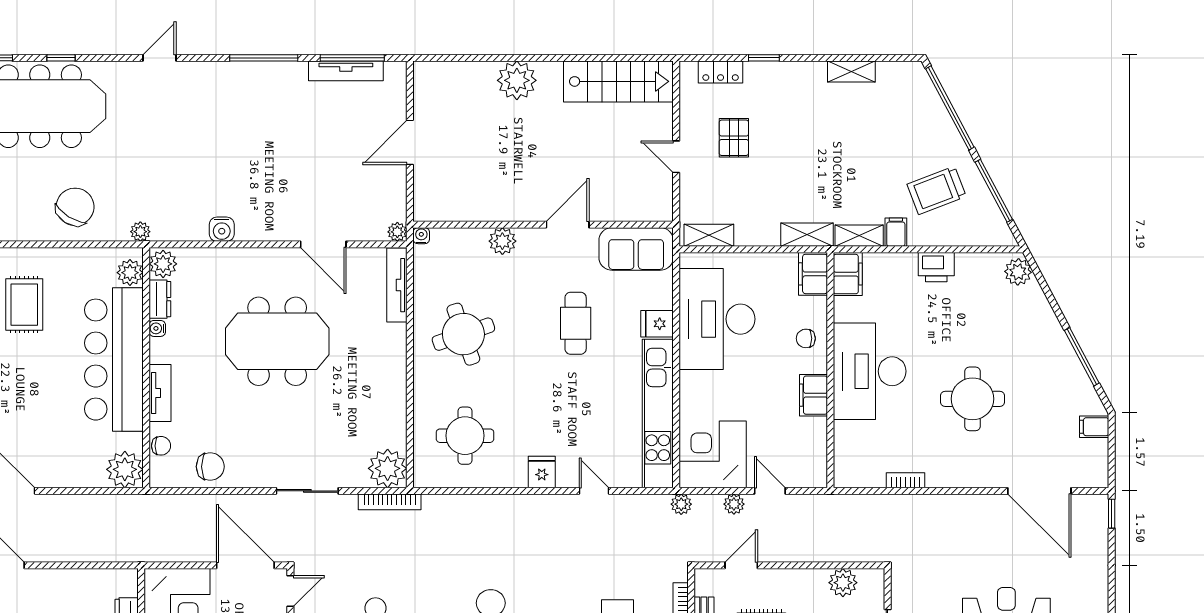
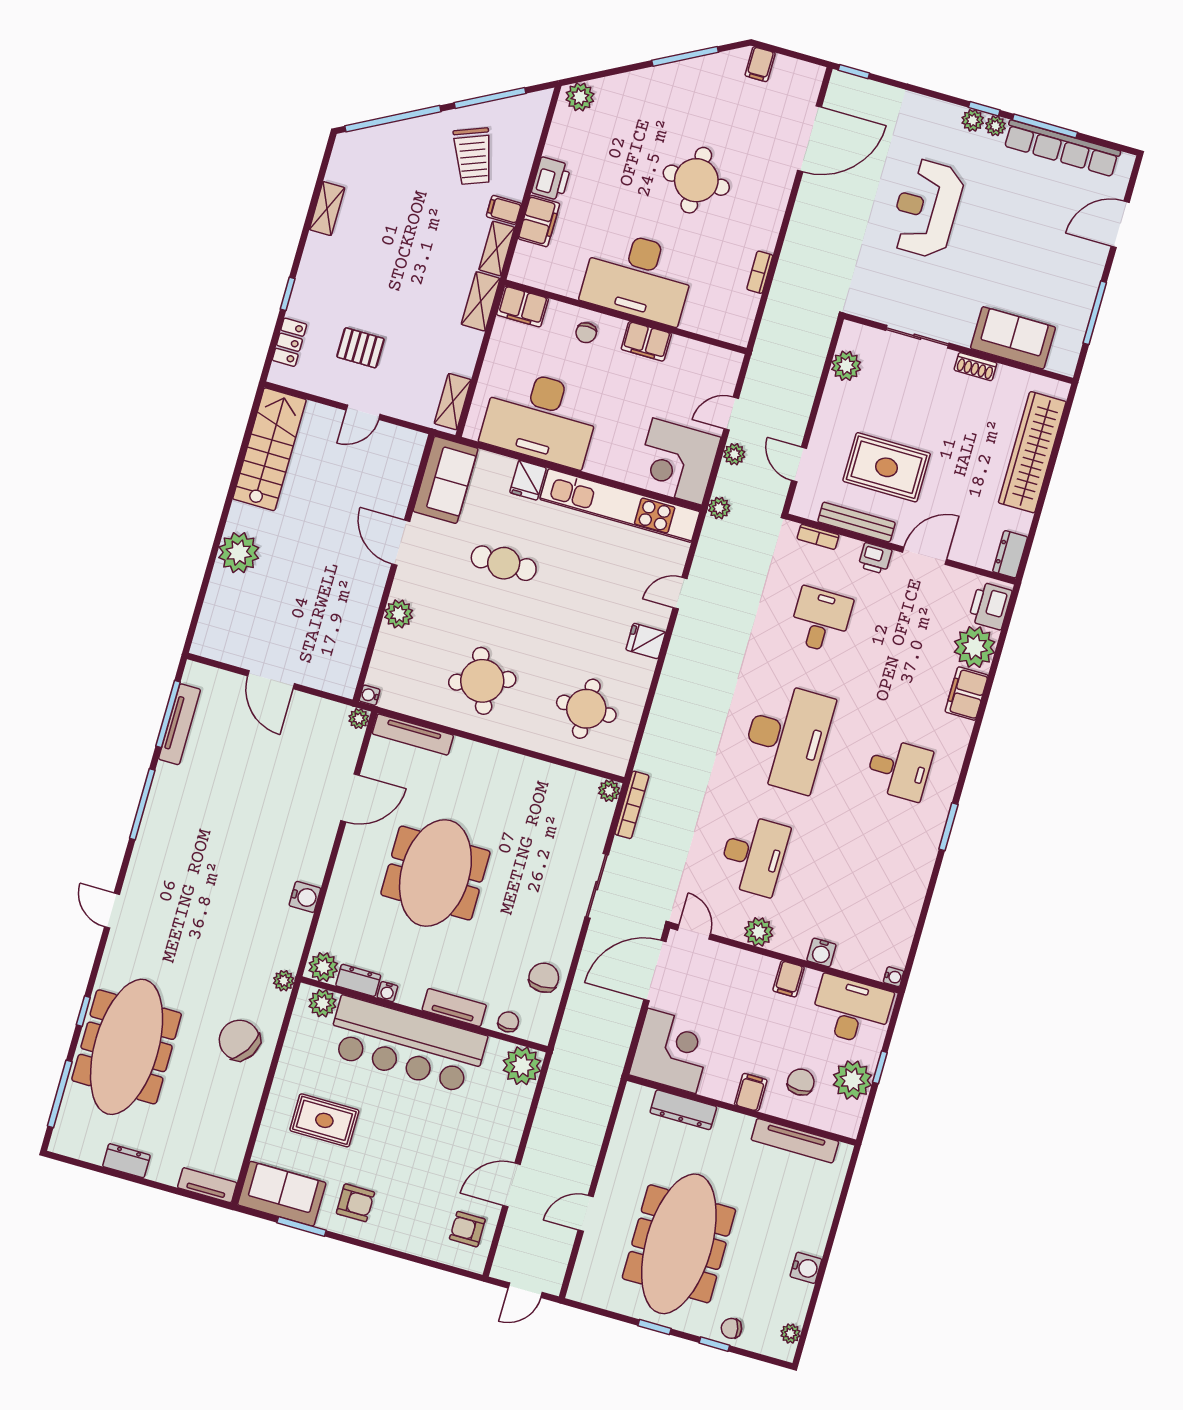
filing cabinet: (848, 274) -> (539, 221), moved, turned 90
plant: (388, 468) -> (609, 791), width x0.53, depth x0.53

